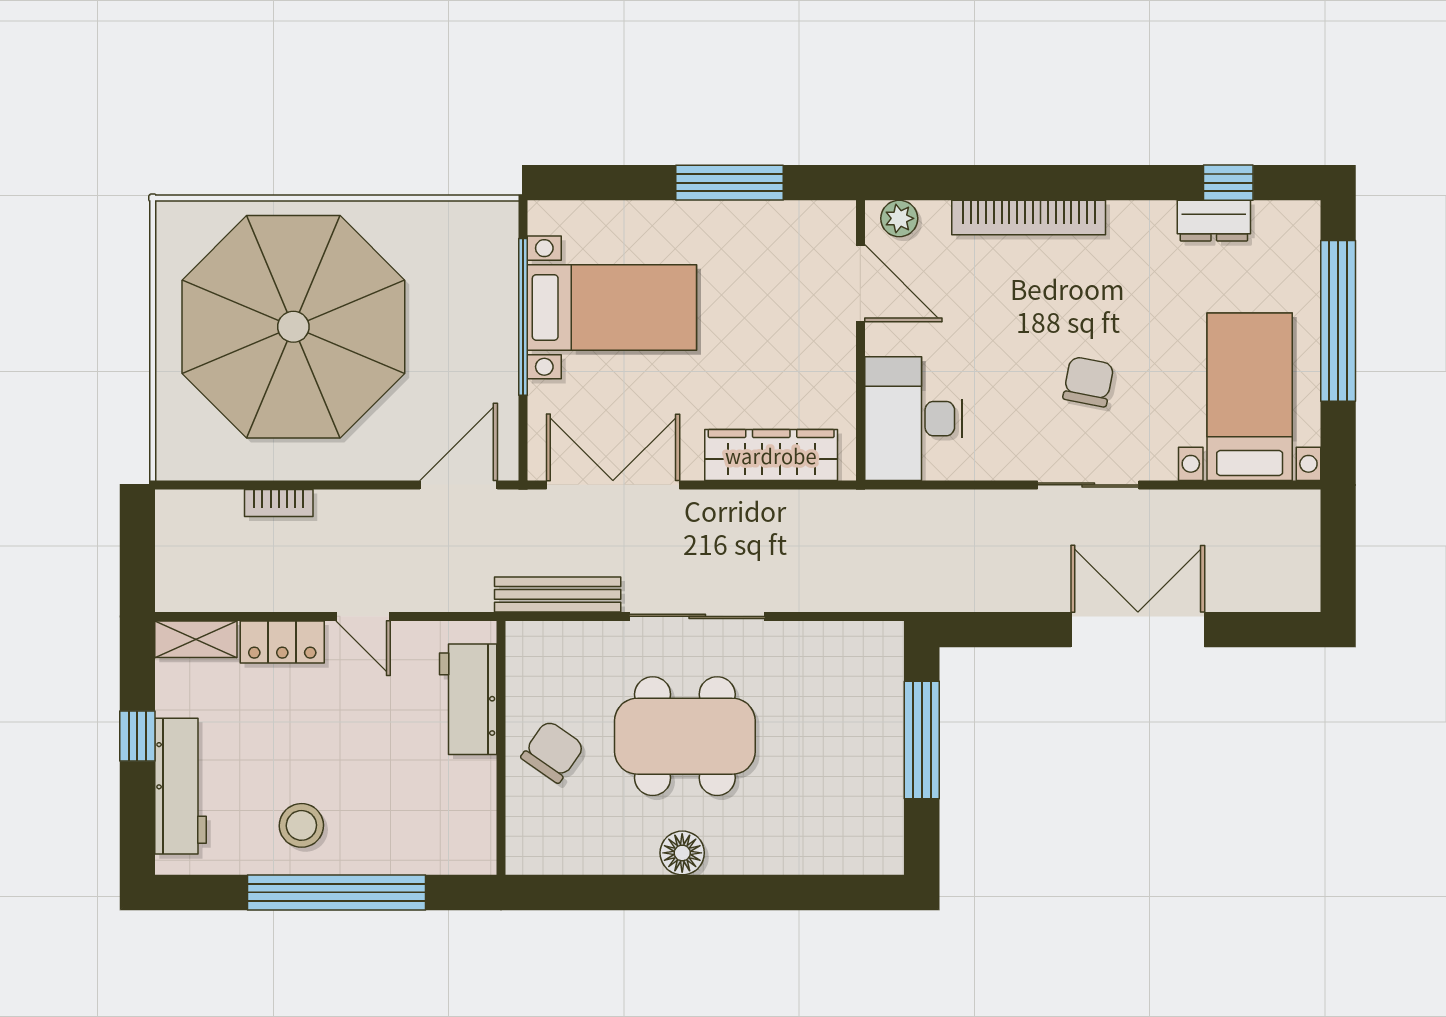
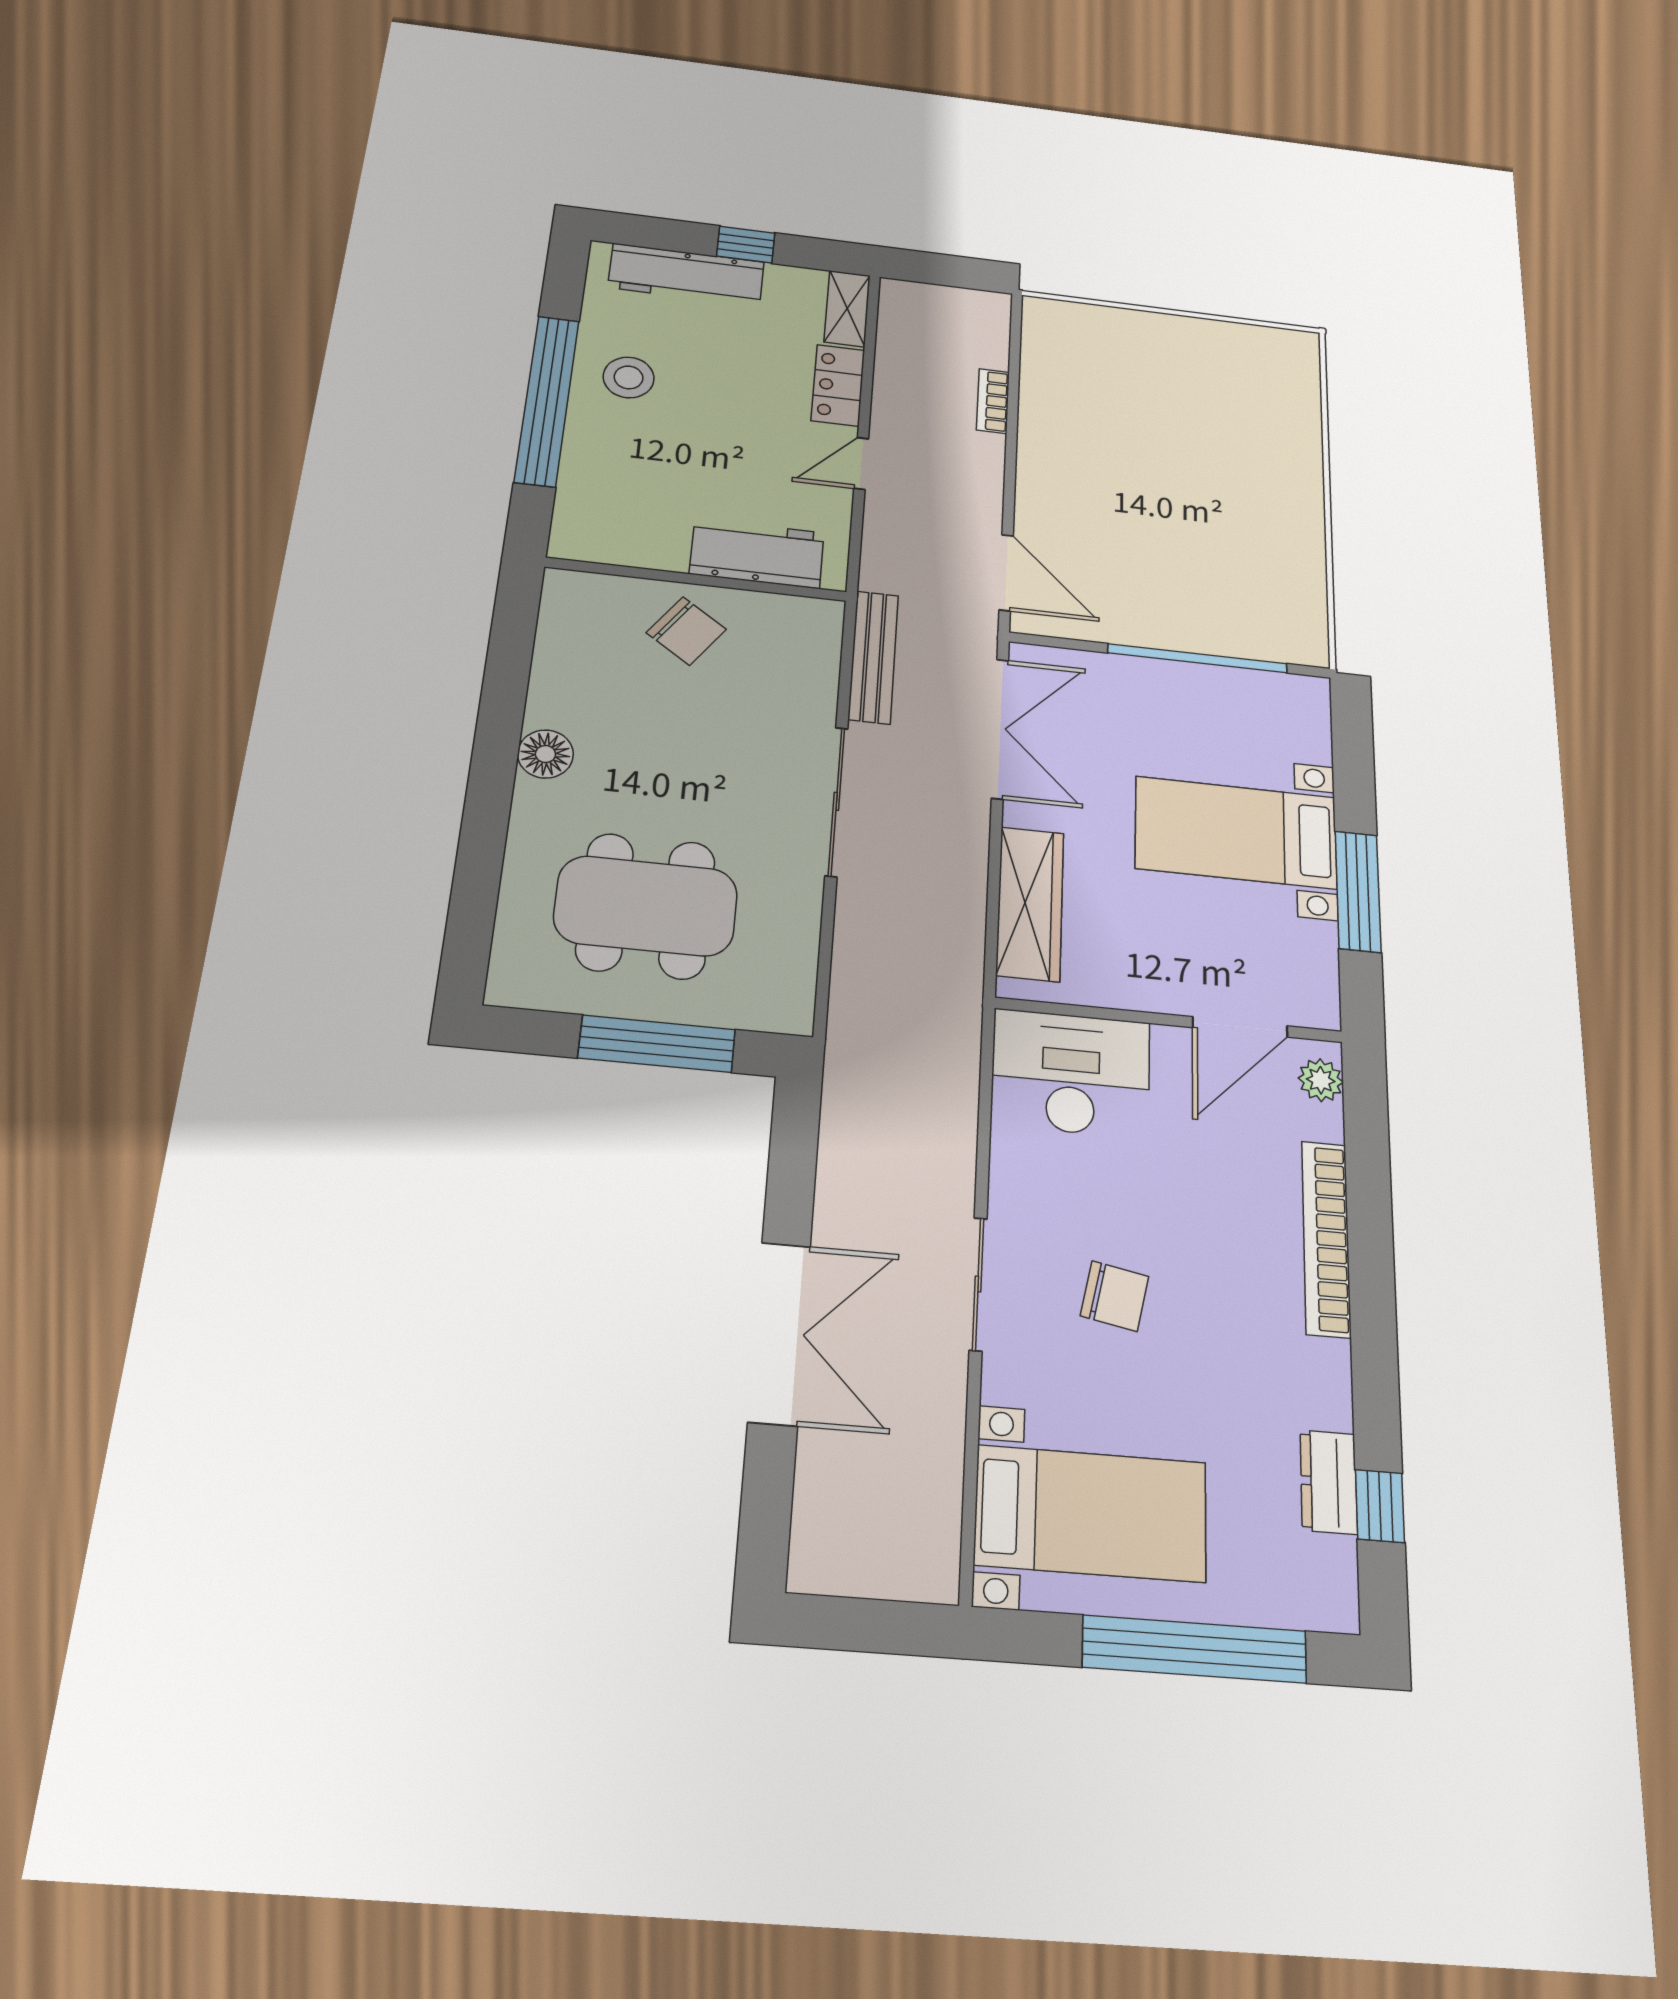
bed with nightstands: (612, 307) -> (1236, 833), moved, turned 90
parasol: (293, 327) -> (1186, 438), removed
dining table: (685, 736) -> (646, 906), moved, turned 90

